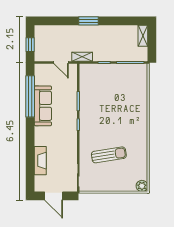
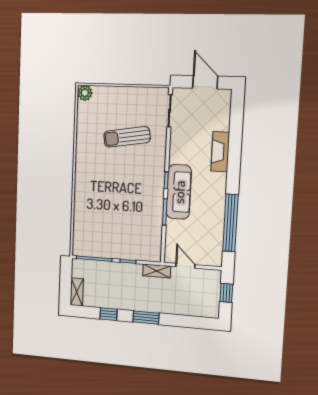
window: (117, 21) -> (108, 314), added
sofa: (43, 106) -> (179, 192), moved, turned 180
fireplace: (40, 161) -> (220, 152), moved

